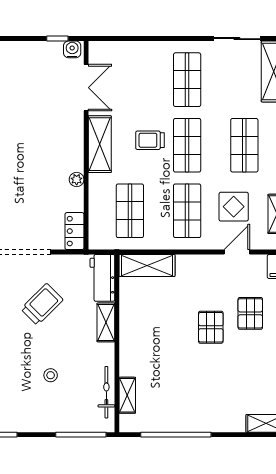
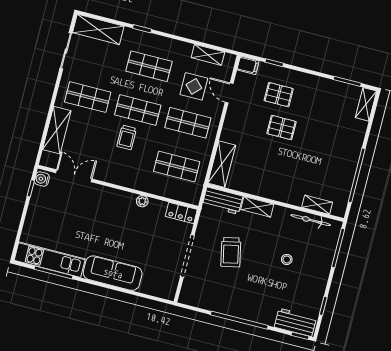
shelving: (100, 144) -> (57, 130), moved, turned 90
trolley: (42, 304) -> (231, 252), turned -147

